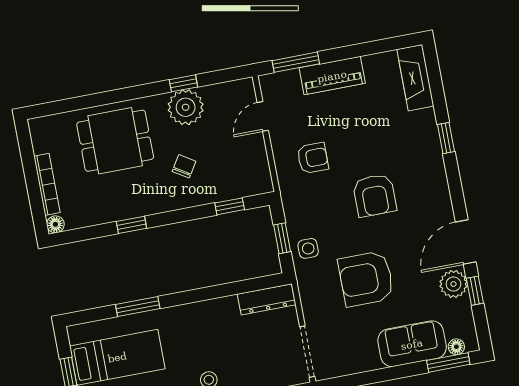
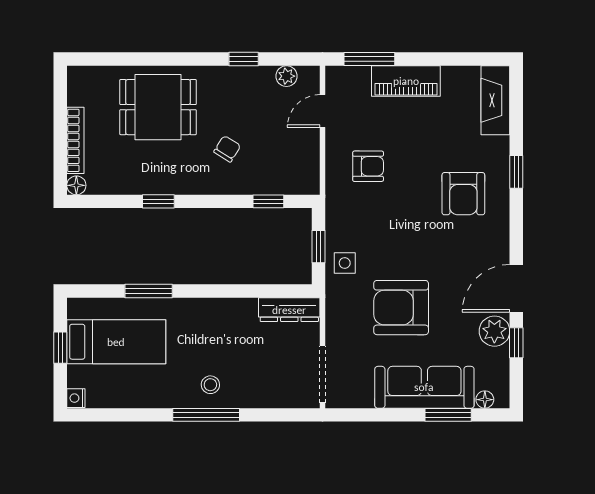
plant: (186, 107) -> (287, 76), moved, width x0.53, depth x0.53
armchair: (375, 195) -> (463, 194), moved
sofa: (412, 344) -> (424, 387), width x1.36
window: (448, 362) -> (448, 415), moved

